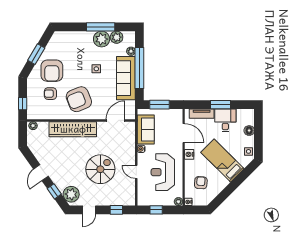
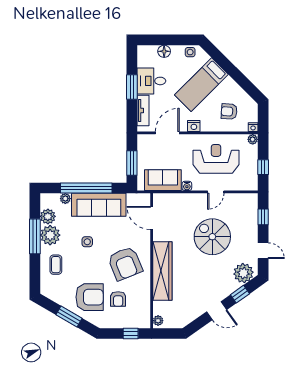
coffee table: (78, 44) -> (56, 265), added
reception desk: (163, 172) -> (216, 159), turned 180

